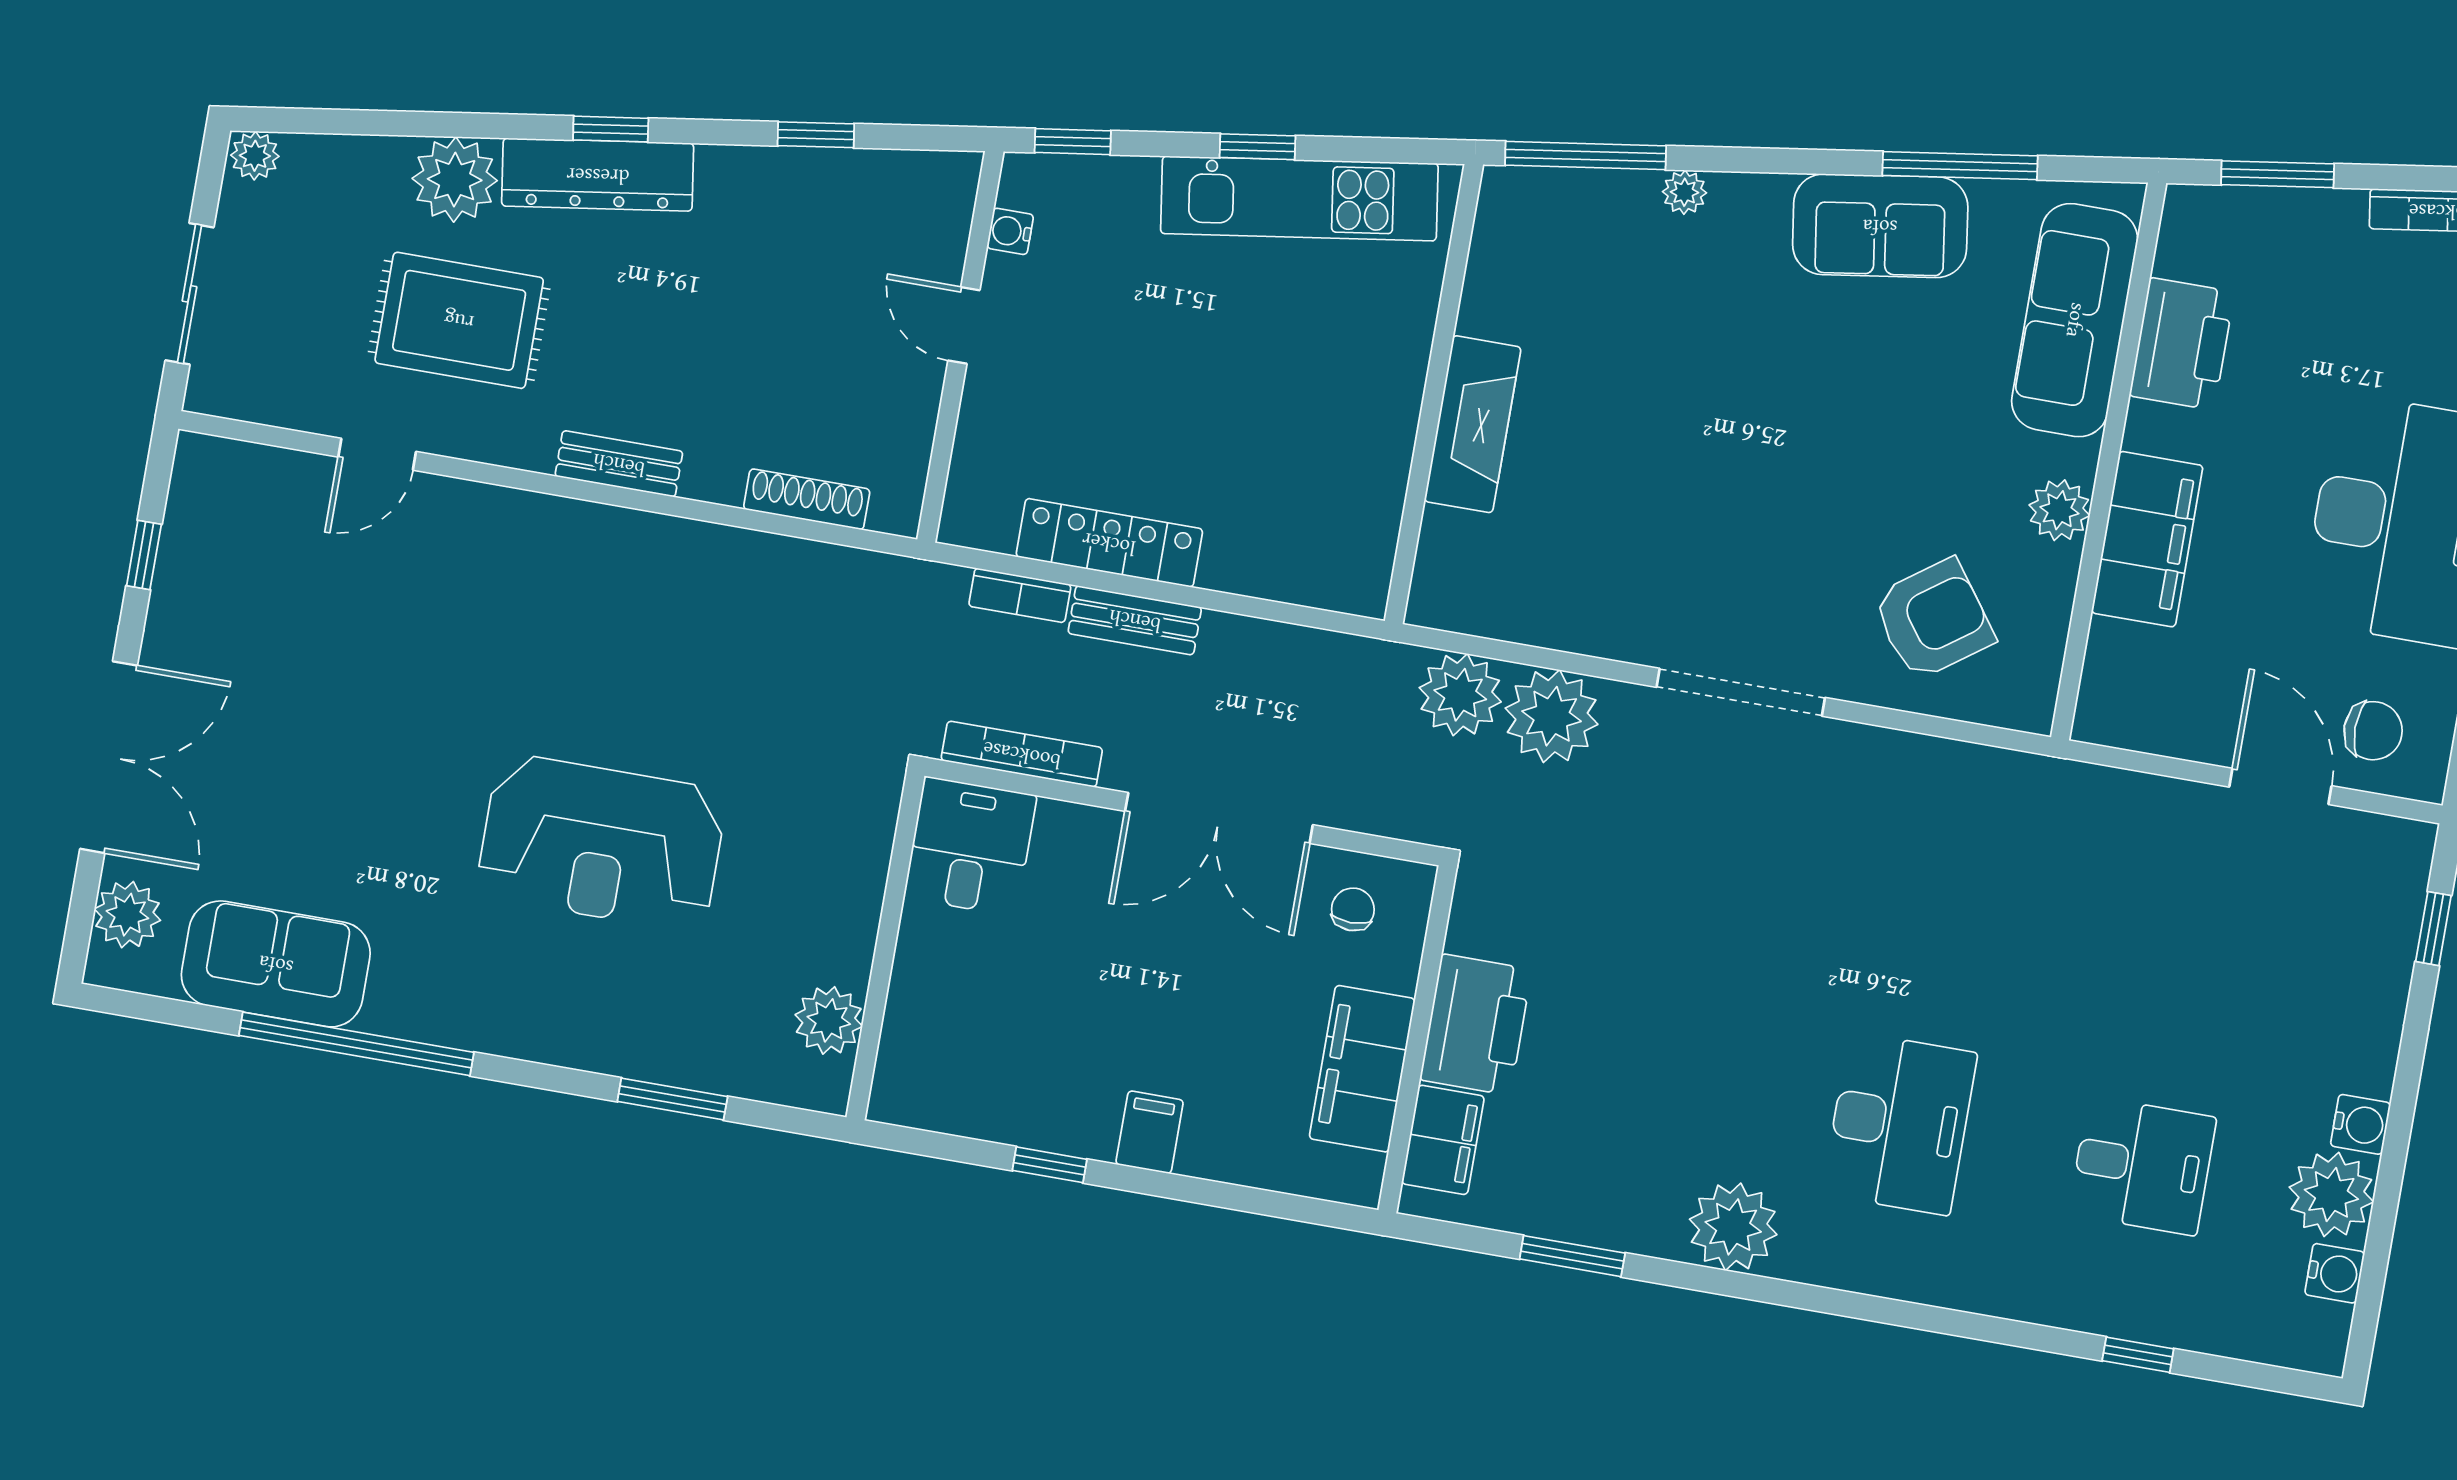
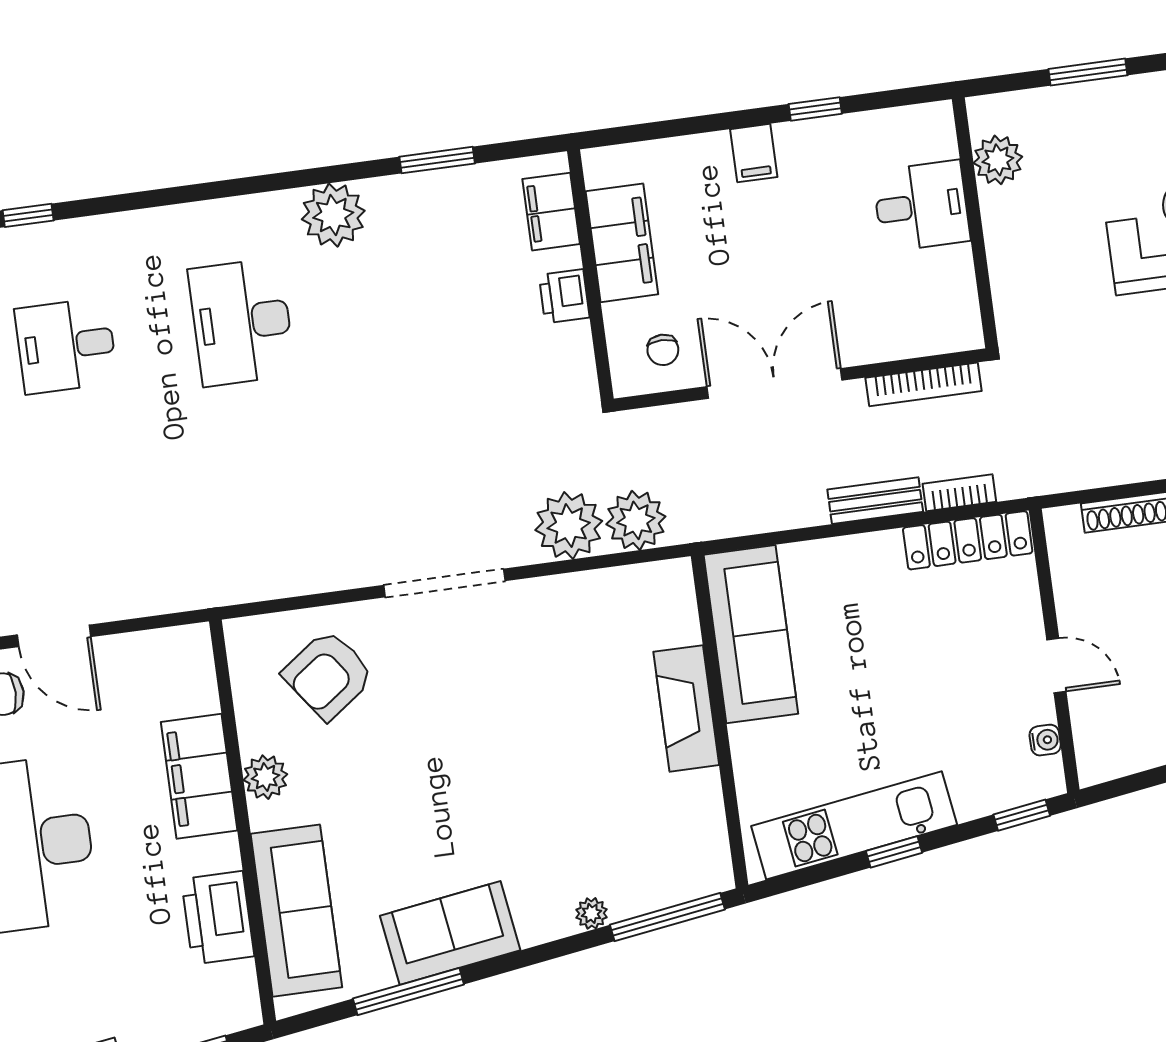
sofa: (1356, 496) -> (751, 634), added
locker: (1109, 543) -> (968, 540), moved
desk: (970, 846) -> (921, 206), moved, turned -90
printer: (1476, 1025) -> (564, 296), width x0.53, depth x0.68

